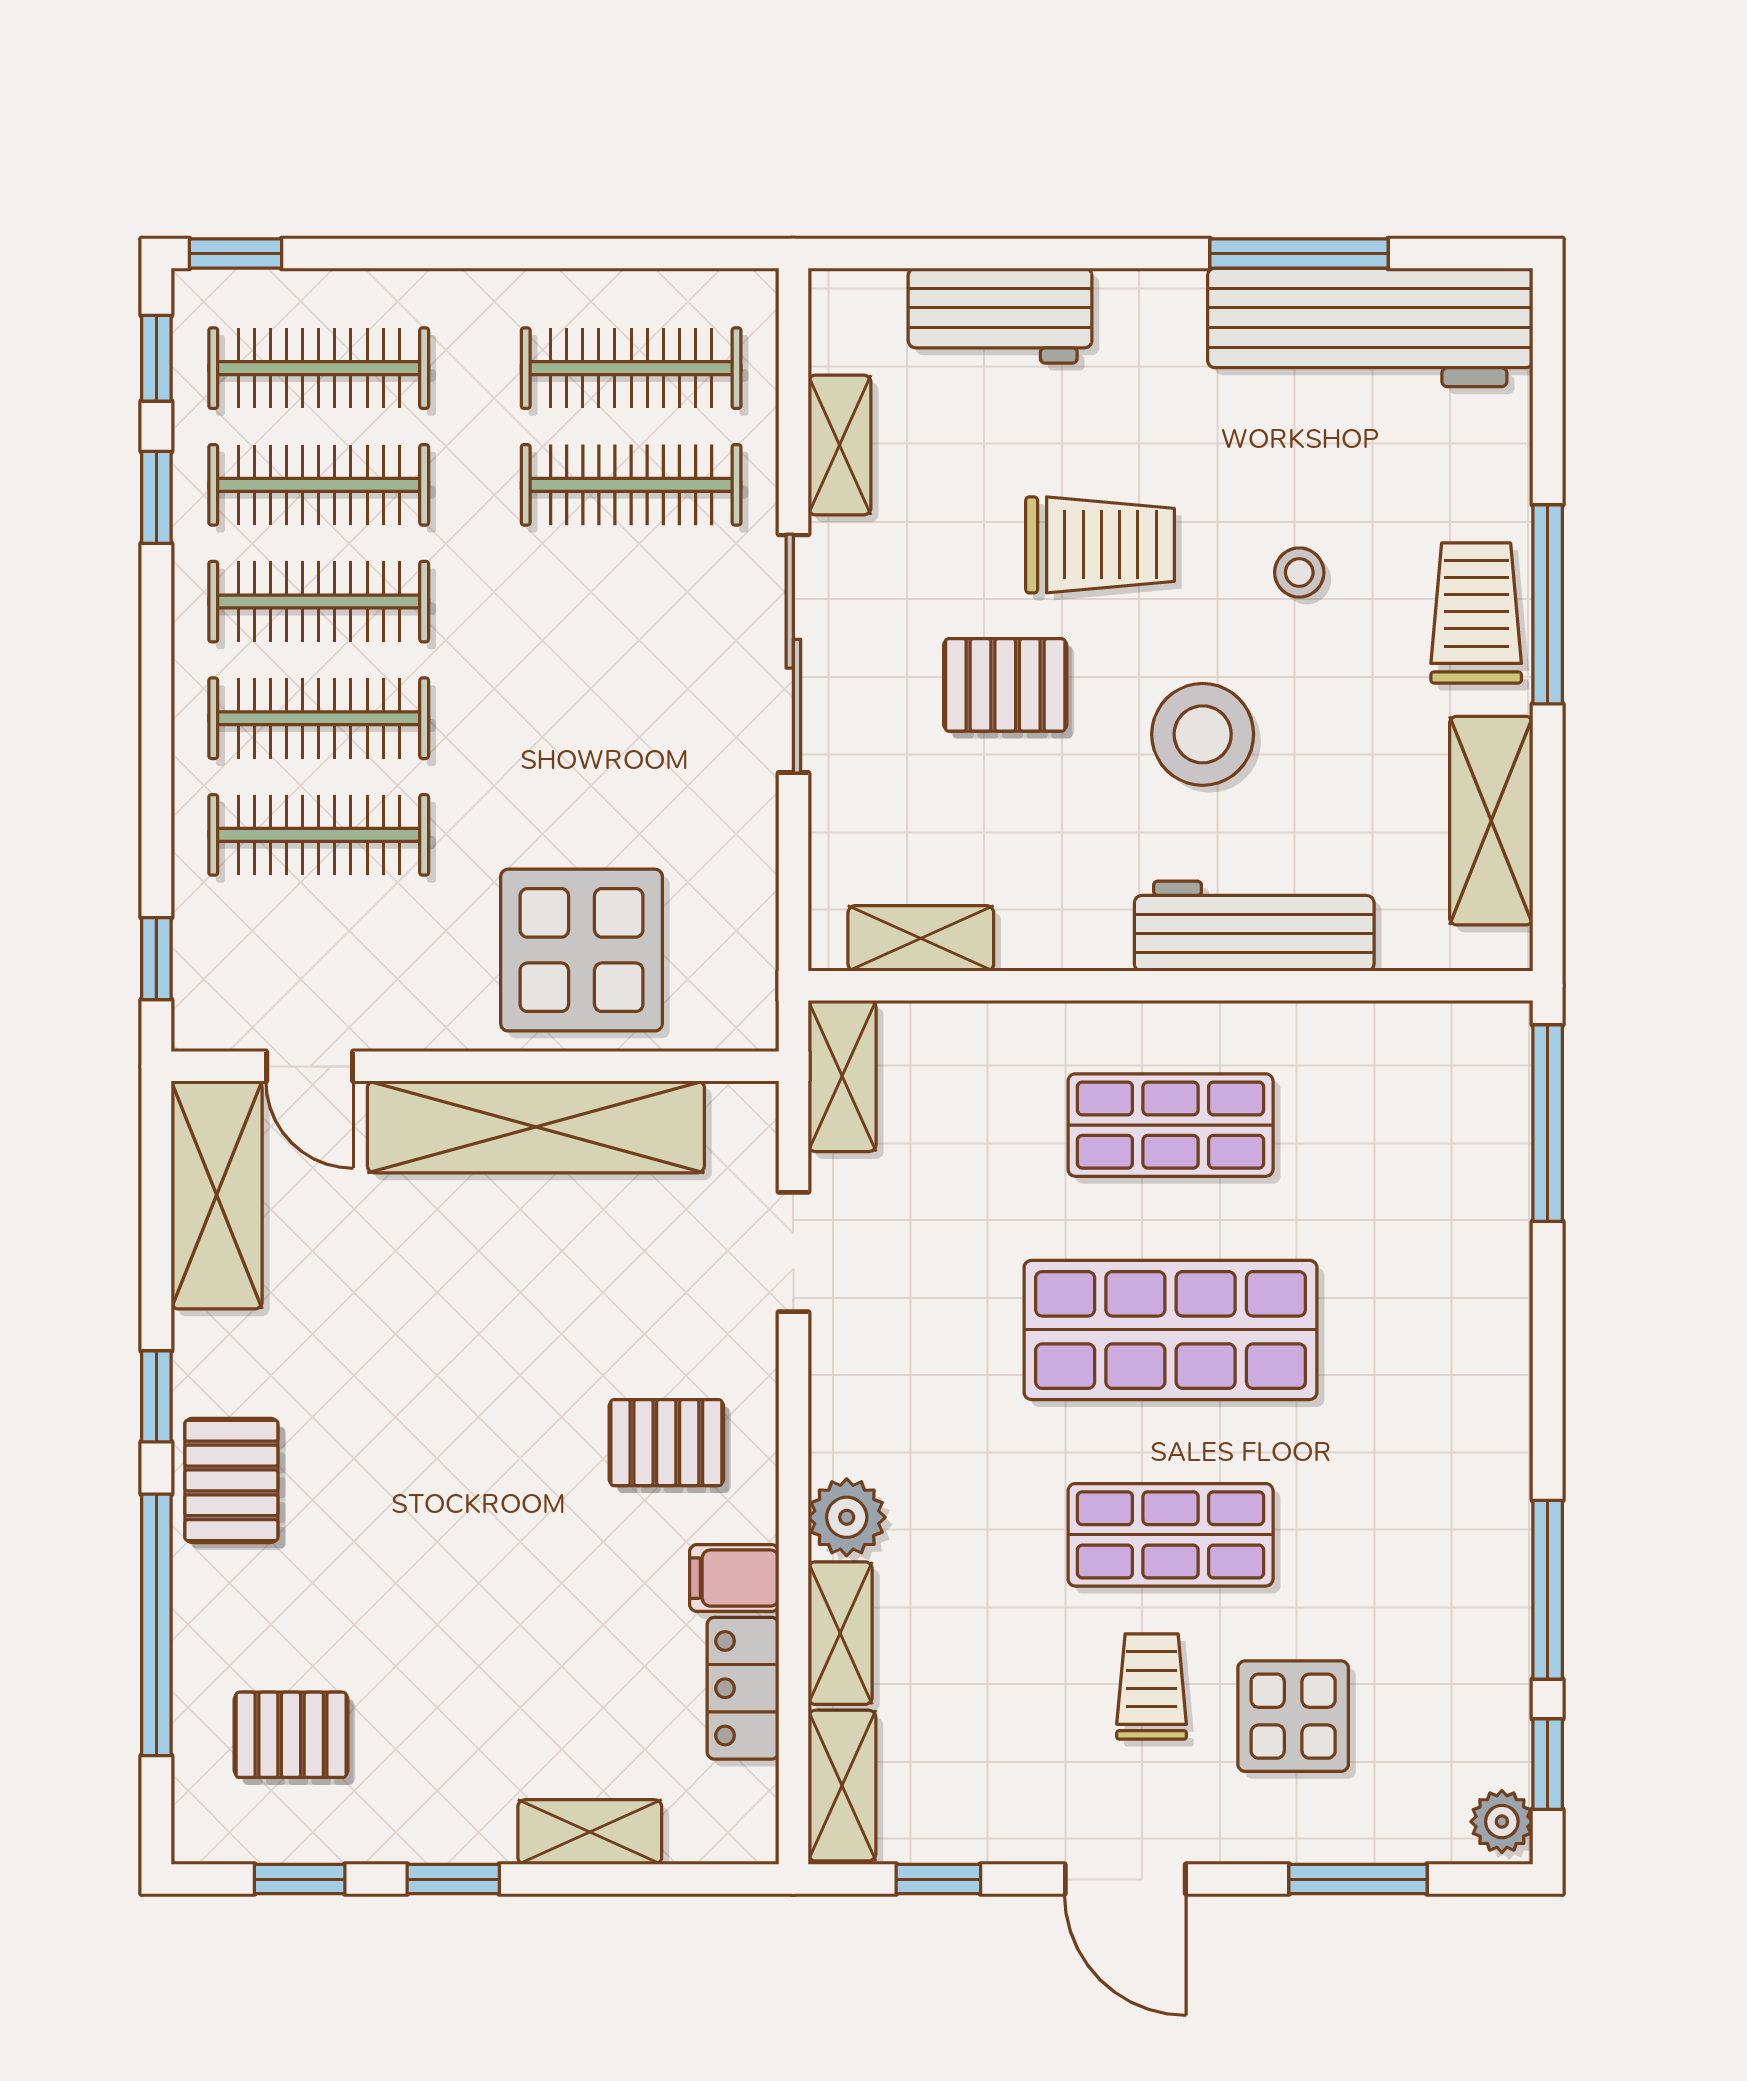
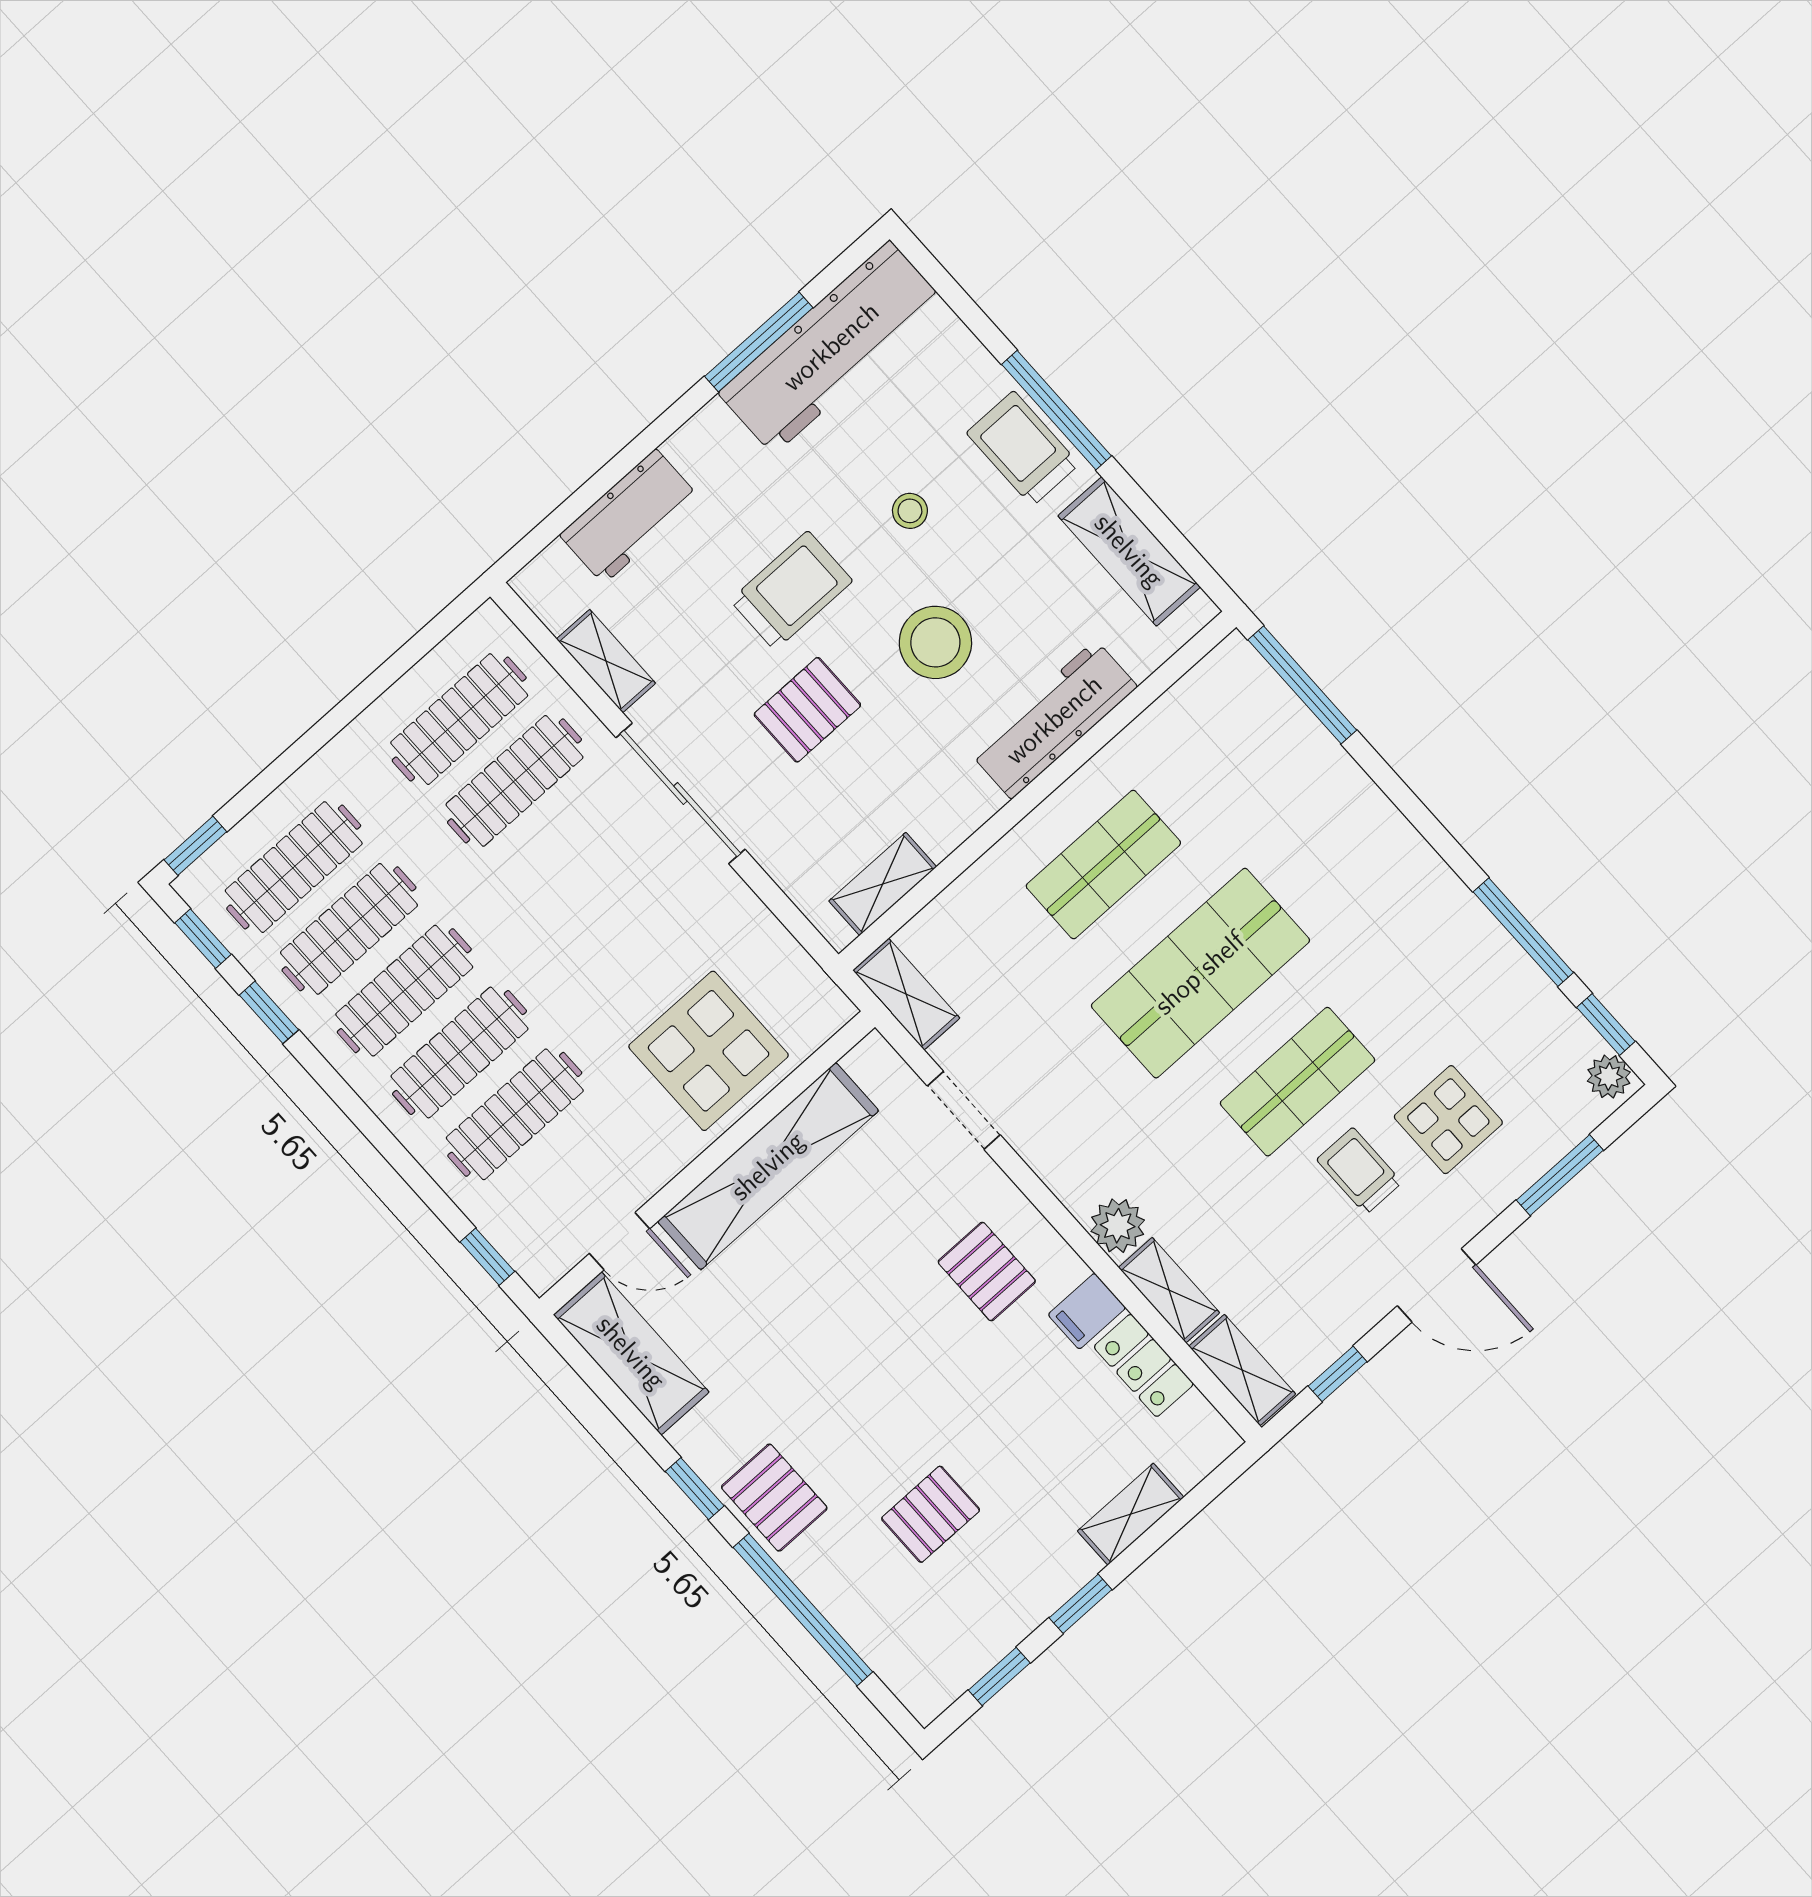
pallet: (666, 1443) -> (987, 1272), turned 90
pallet: (291, 1735) -> (931, 1514), moved

